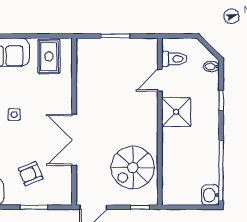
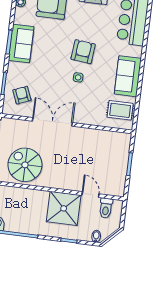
shower: (176, 112) -> (64, 208), width x1.37, depth x1.37
armchair: (31, 174) -> (22, 95), moved

